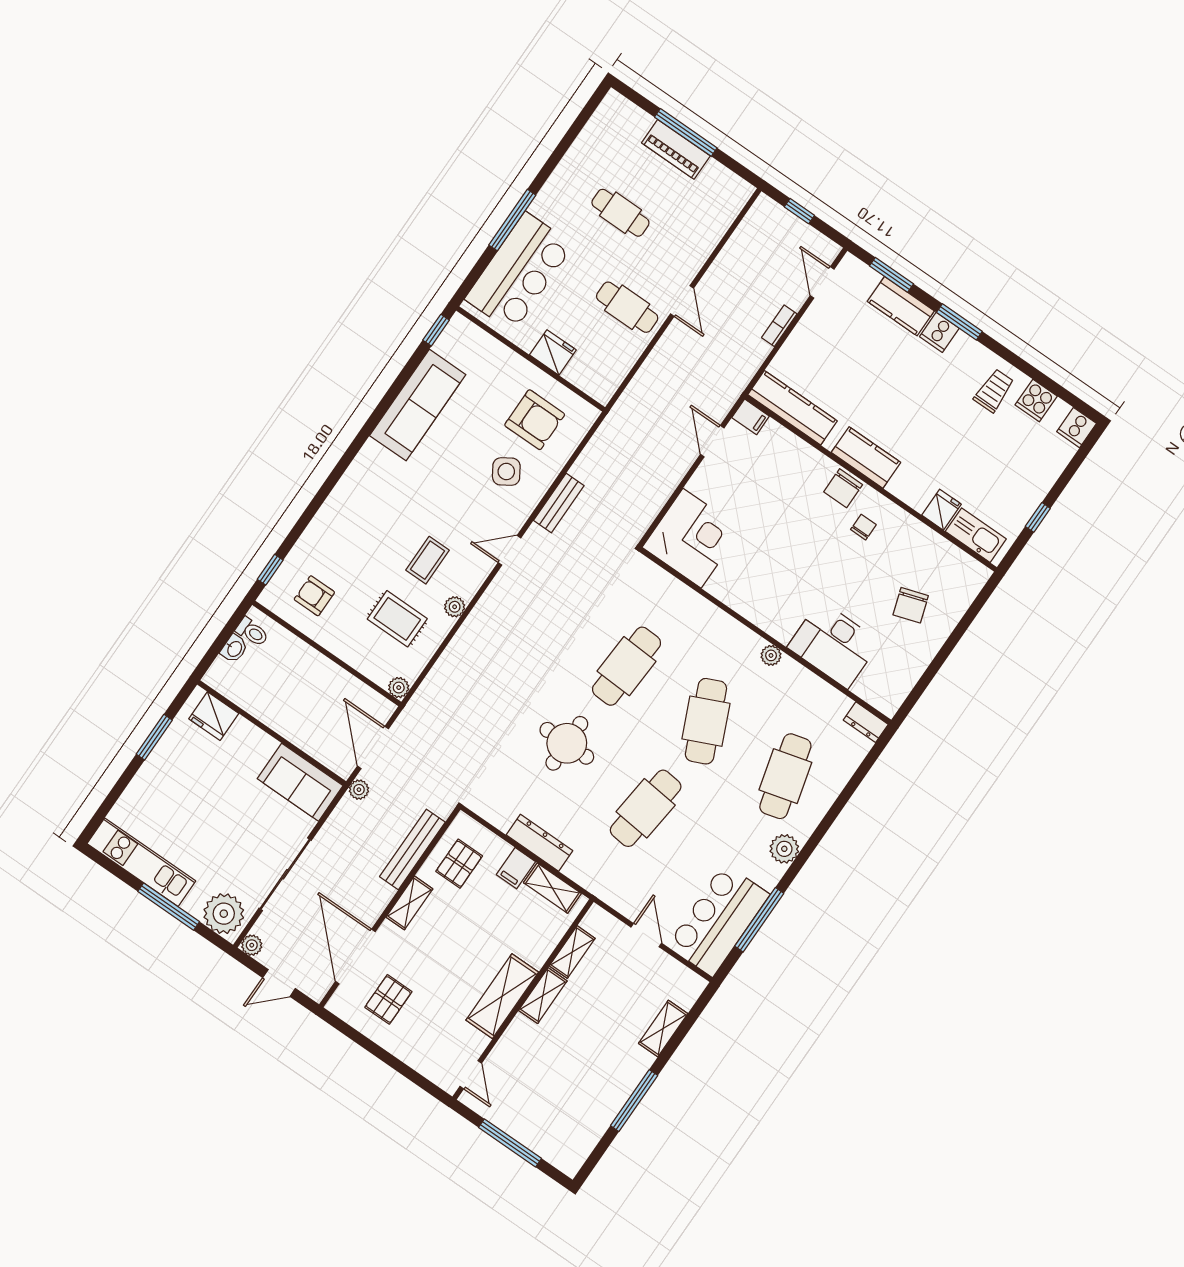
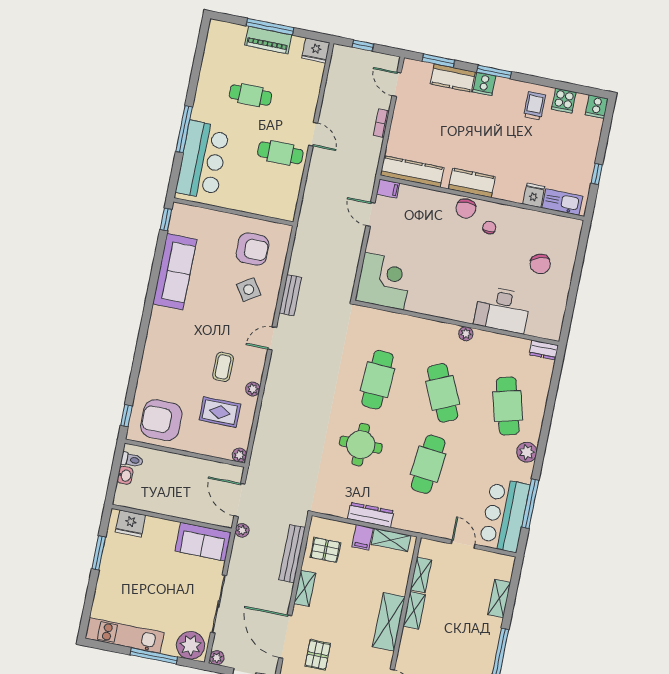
fridge: (553, 352) -> (316, 50), moved, turned 180
armchair: (314, 596) -> (161, 420), width x1.88, depth x1.88
pallet: (459, 864) -> (325, 550), turned 90

